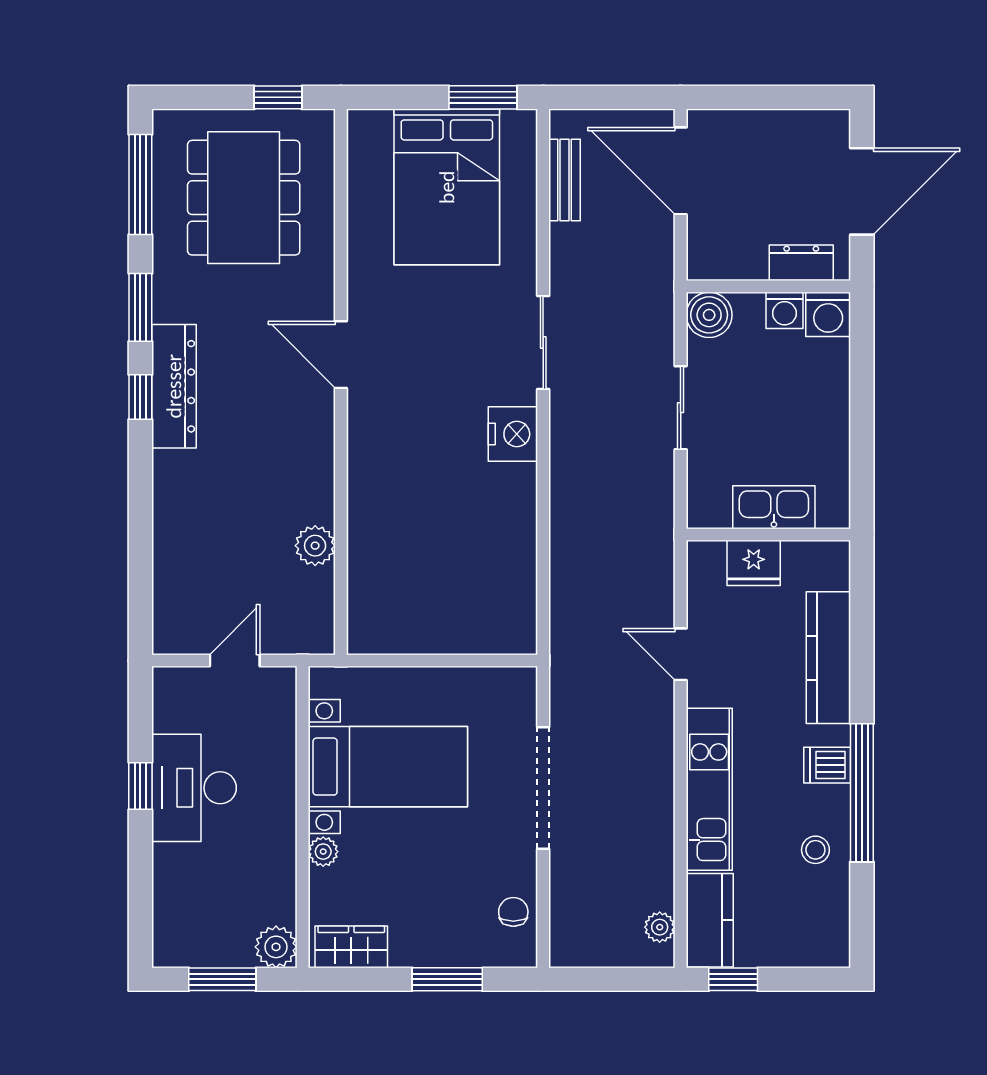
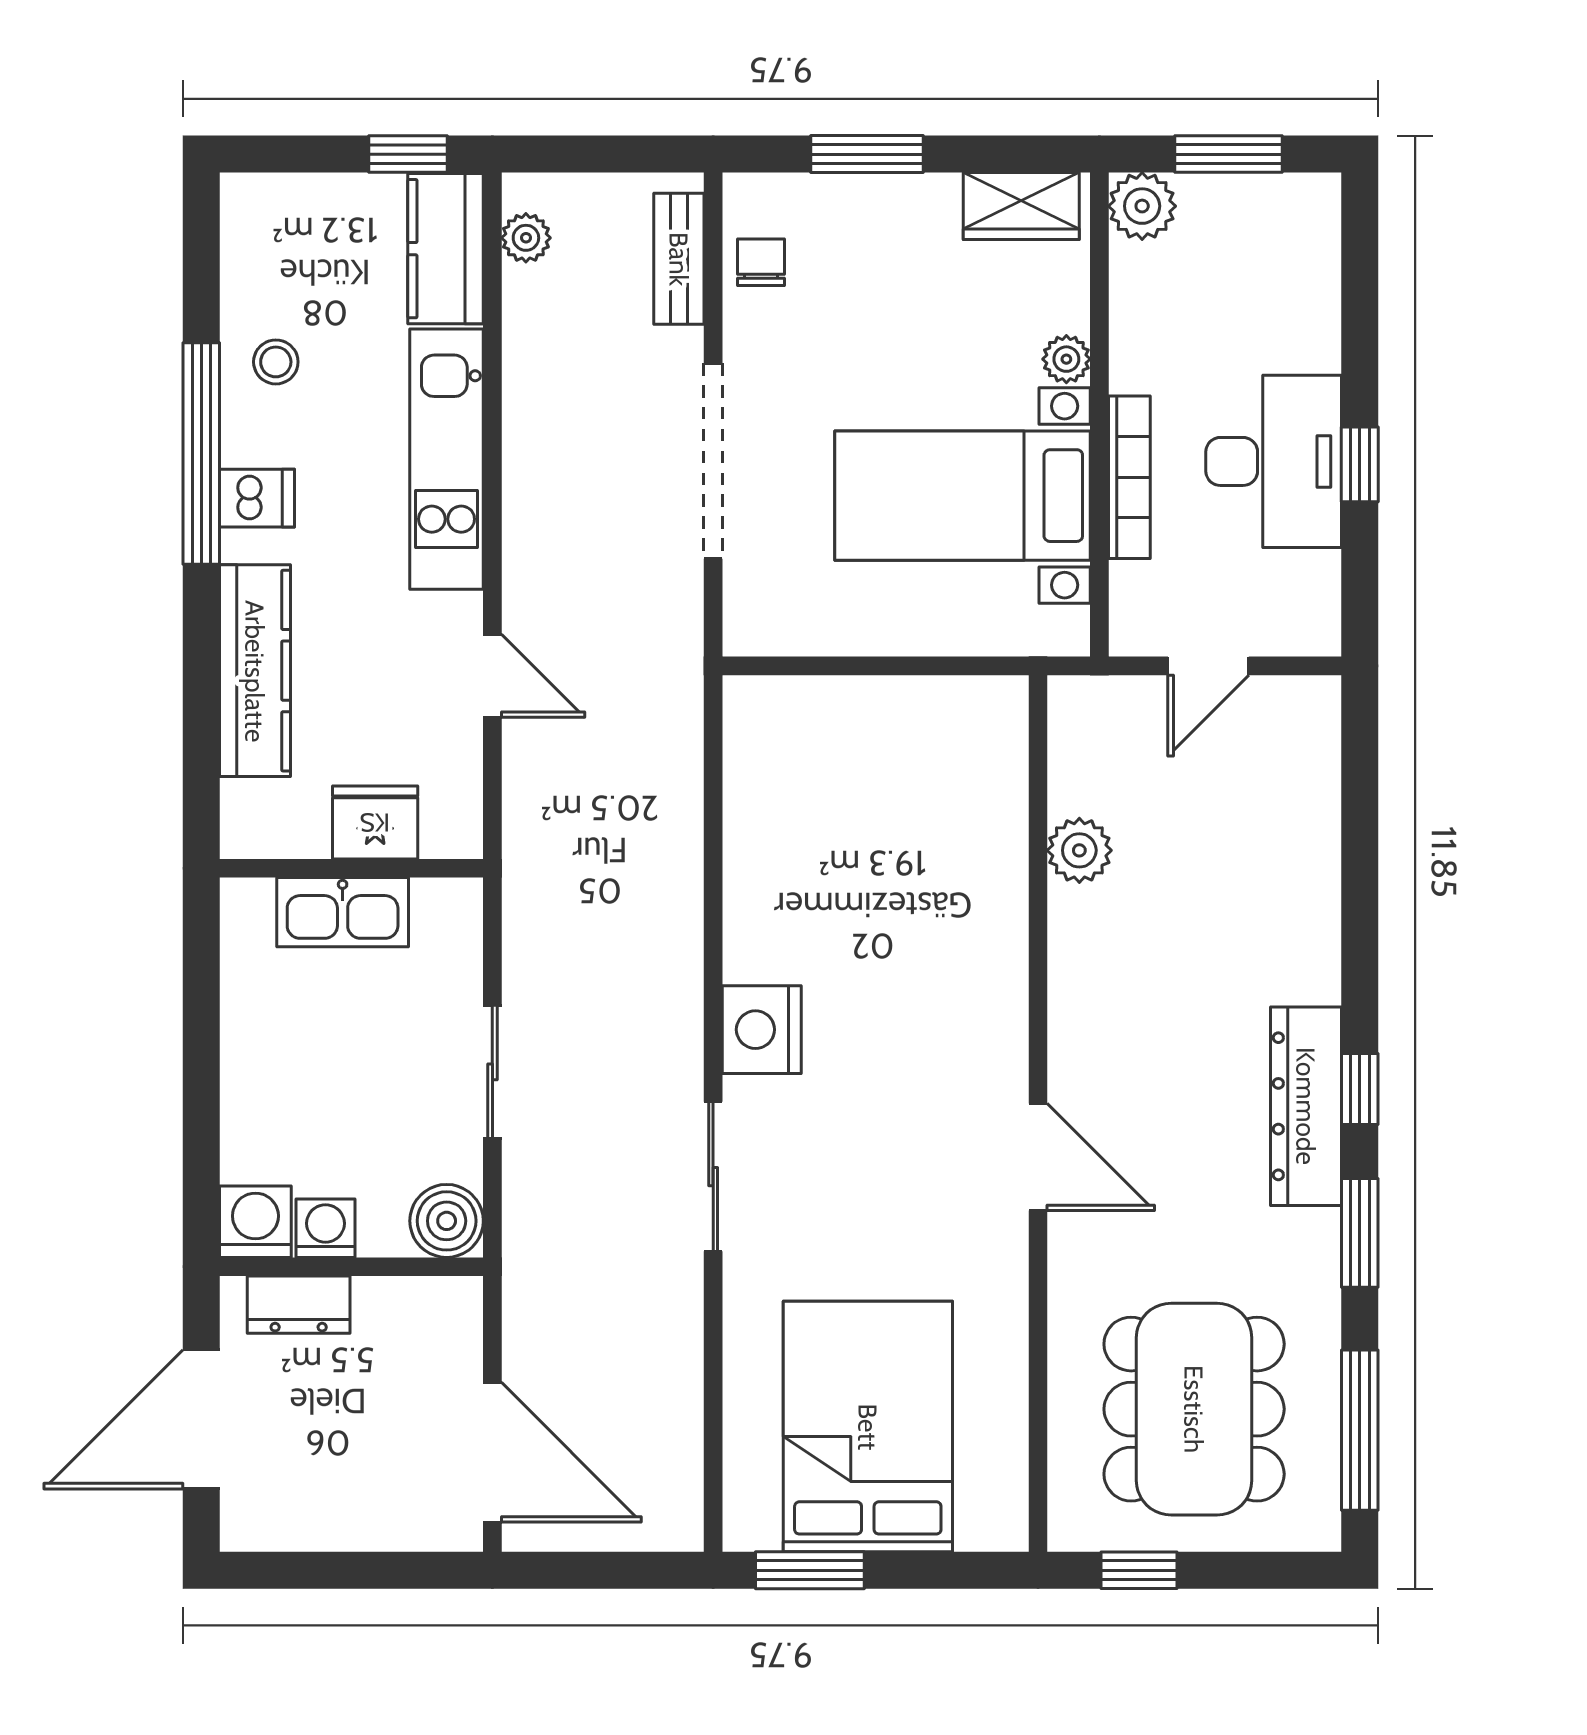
bench: (564, 180) -> (679, 259), moved
bookcase: (284, 778) -> (1129, 477), added
chair: (513, 912) -> (761, 262), turned 180

